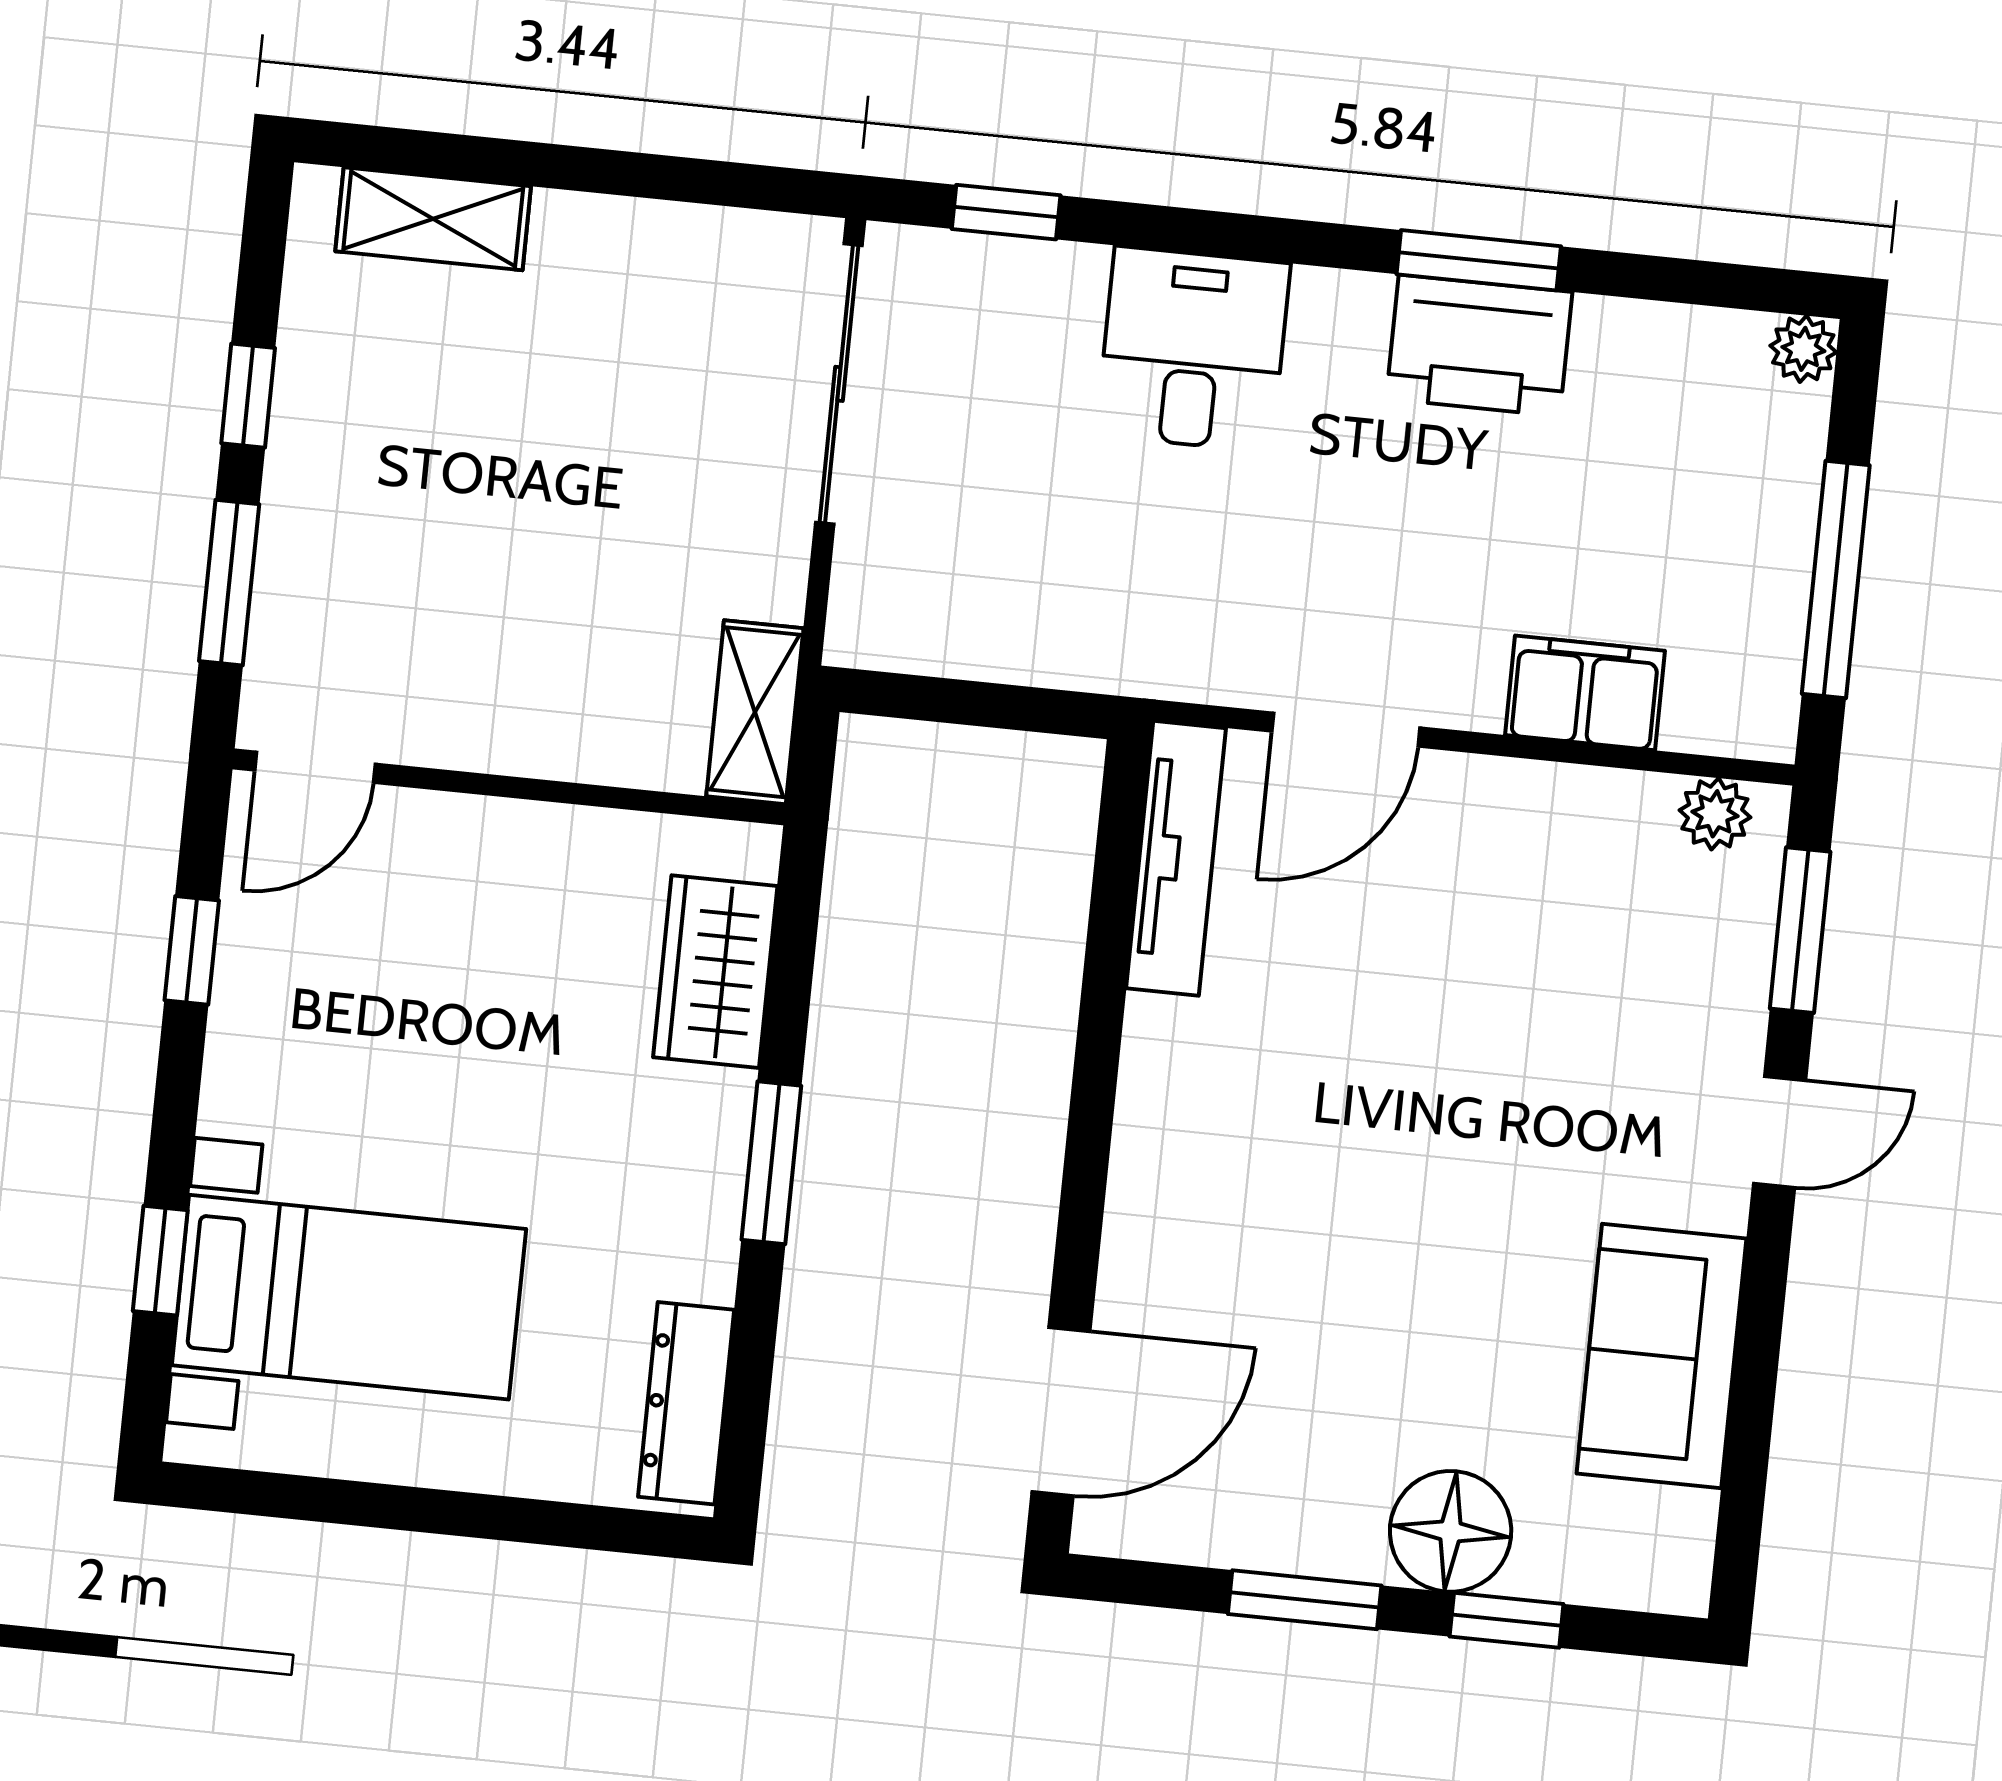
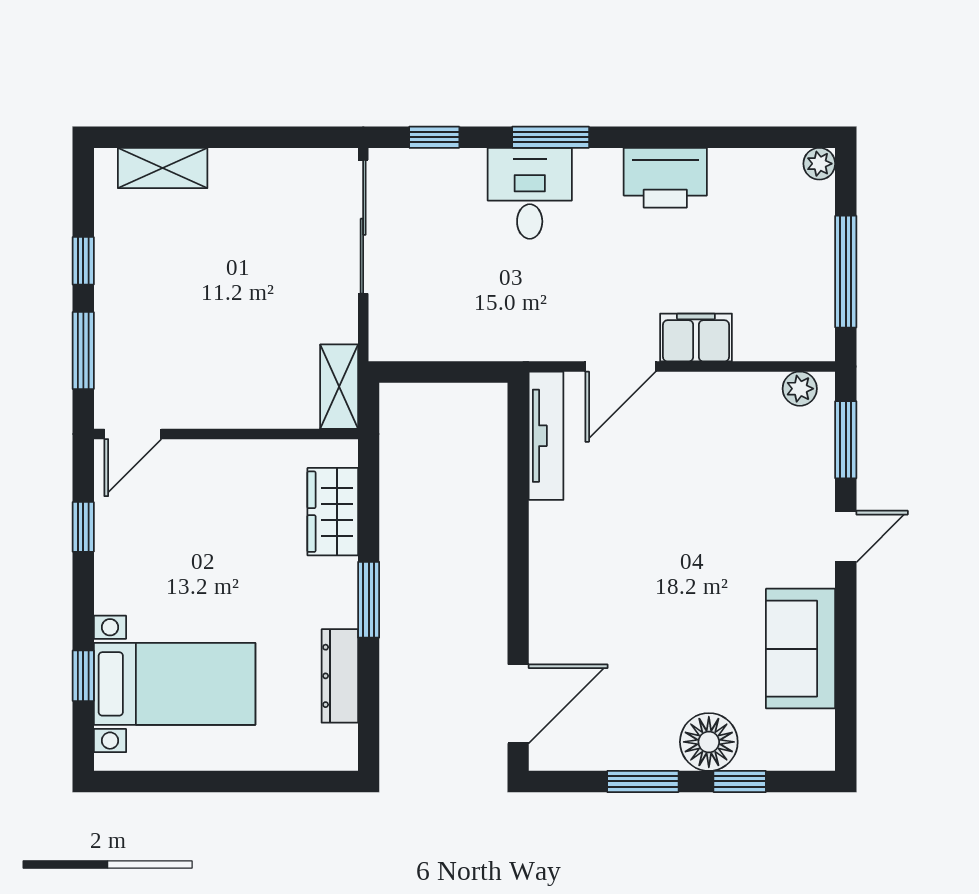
window: (1479, 260) -> (551, 137), moved
filing cabinet: (1585, 693) -> (696, 337), moved
dresser: (686, 1403) -> (340, 676), moved

